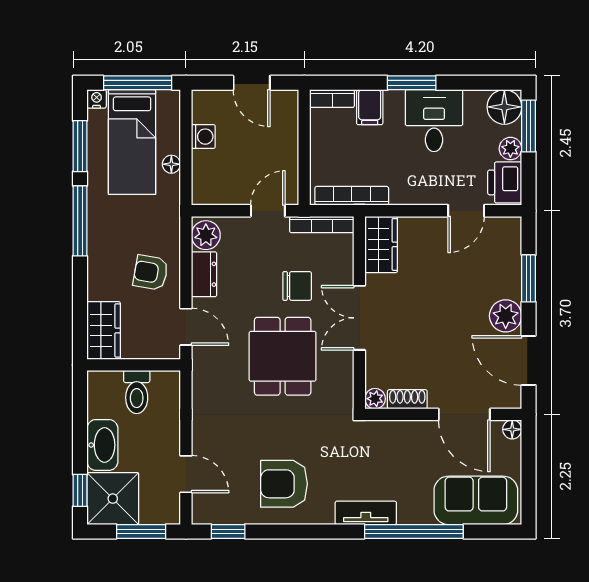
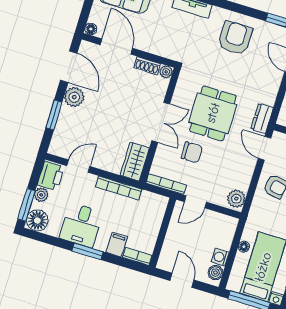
boiler: (203, 111) -> (215, 273), added
bookcase: (352, 196) -> (119, 188), moved
dresser: (204, 274) -> (262, 118), moved
chair: (297, 286) -> (192, 152), turned 180
armchair: (284, 484) -> (235, 38), turned -90

